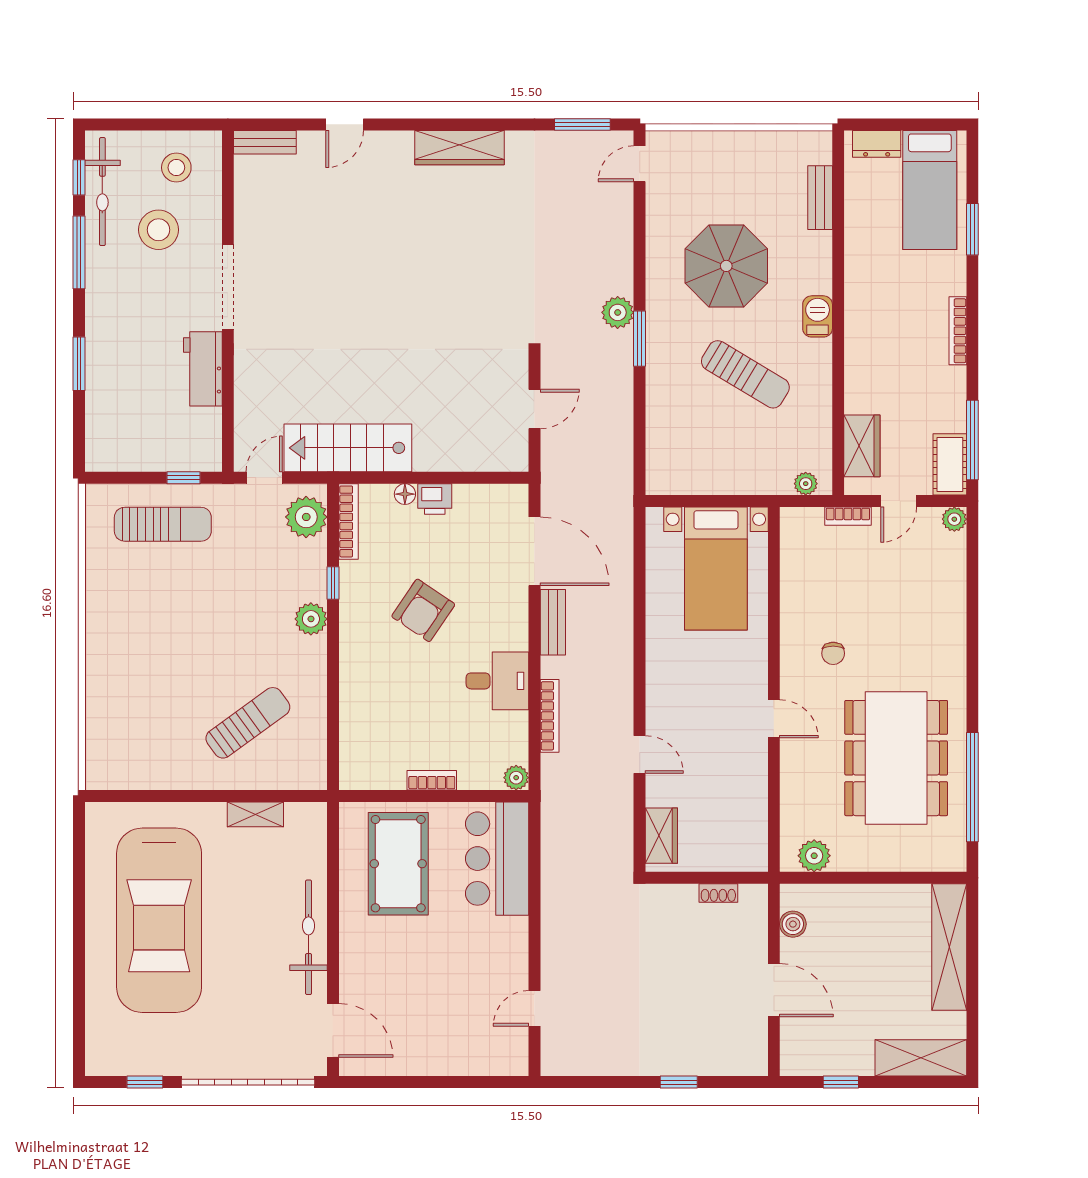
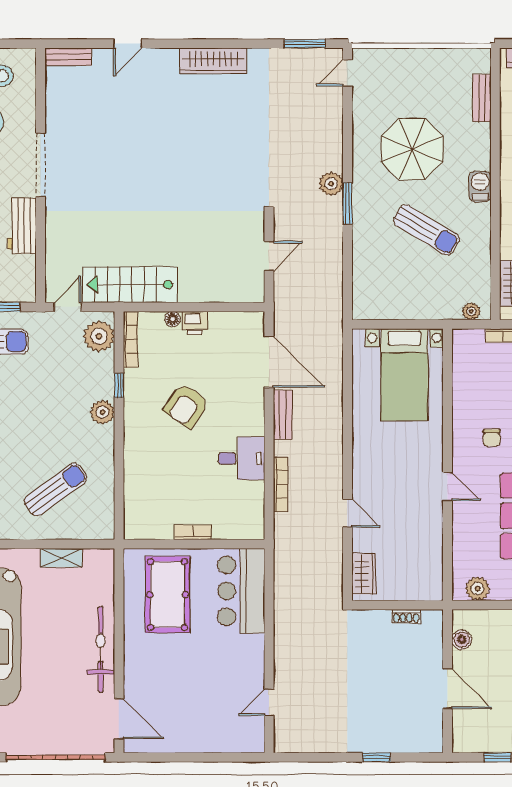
plant: (516, 778) -> (255, 530), removed

